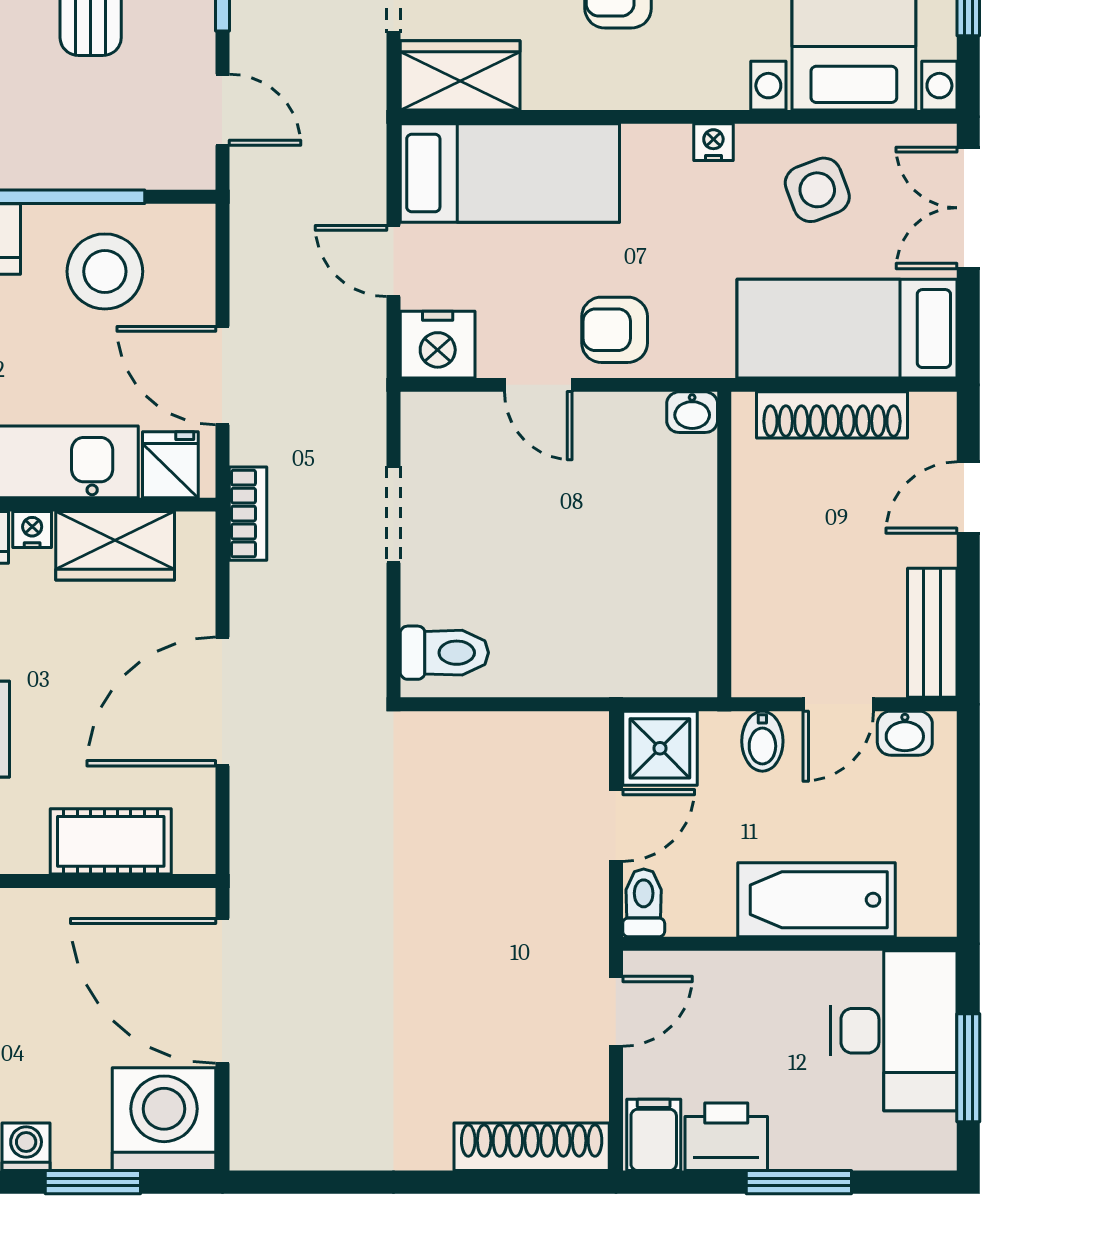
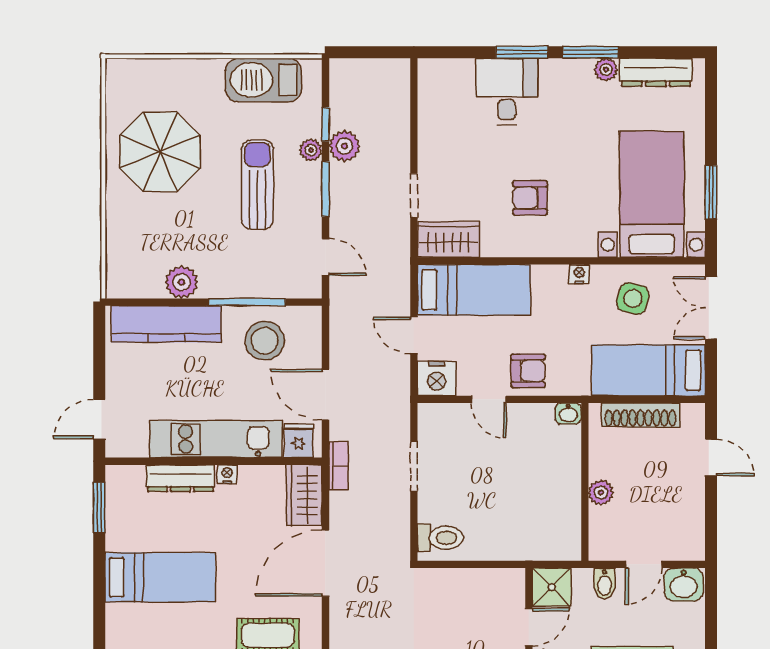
side table: (817, 190) -> (633, 299), turned 34
armchair: (615, 330) -> (528, 371), turned 180
door: (968, 498) -> (711, 458), swing flipped
wardrobe: (115, 546) -> (304, 495), moved, turned 90
plant: (755, 565) -> (601, 493), added
bench: (932, 633) -> (692, 527), removed
washbasin: (905, 733) -> (684, 584), width x1.38, depth x1.45

